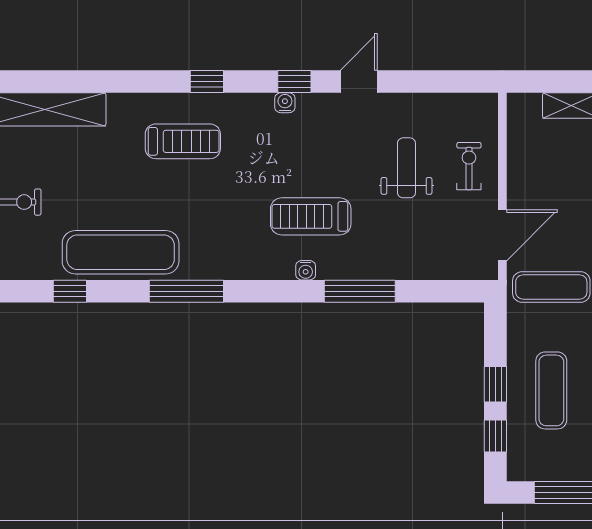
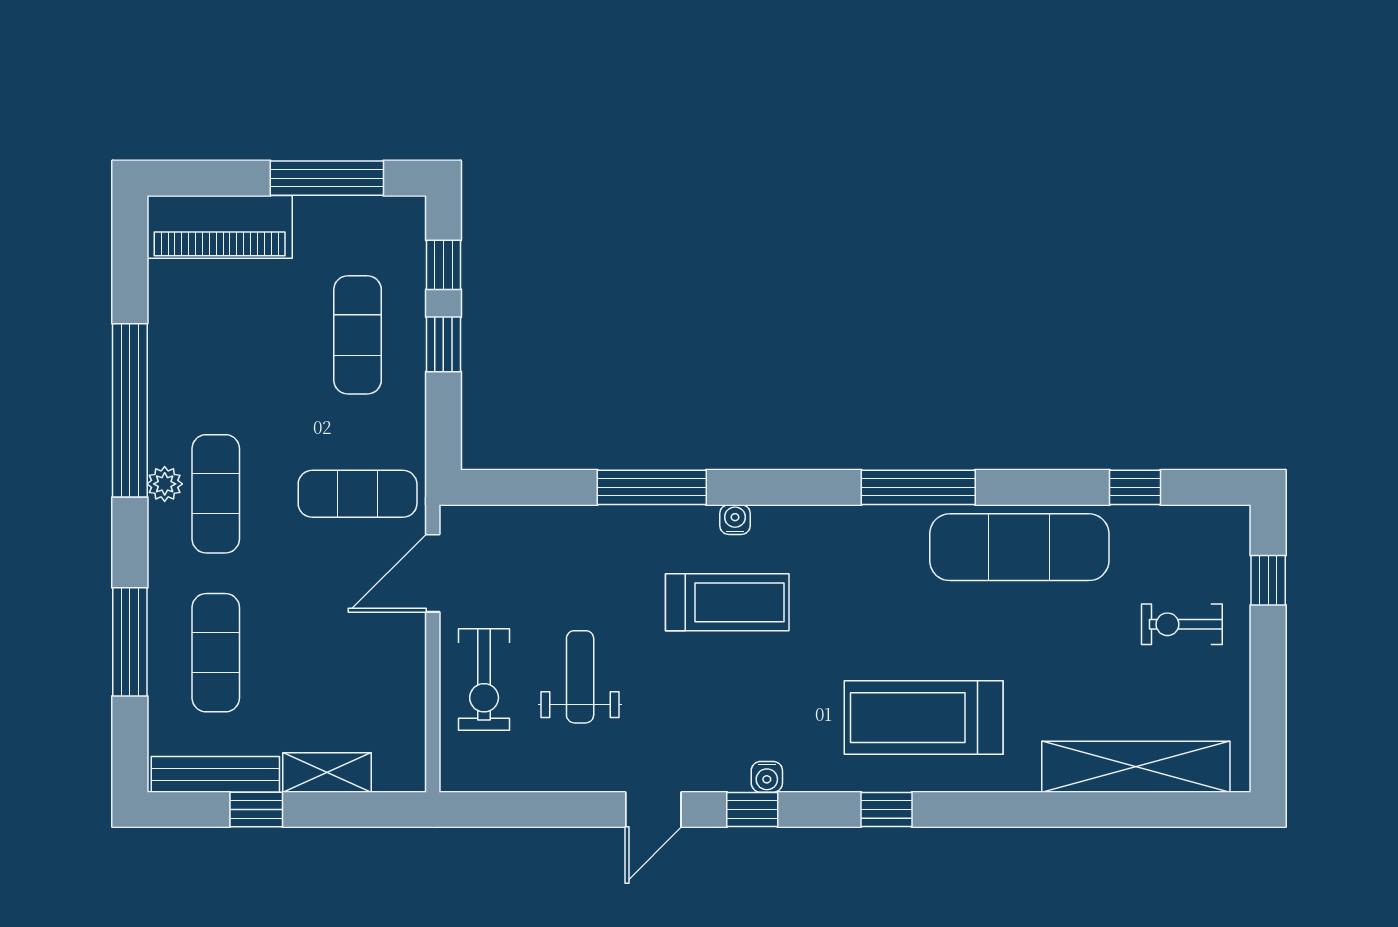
treadmill: (183, 141) -> (924, 718), width x1.37, depth x1.37
exercise bike: (469, 166) -> (484, 679), width x1.38, depth x1.39
weight bench: (406, 168) -> (580, 677), turned 180
window: (70, 291) -> (1135, 487), moved

